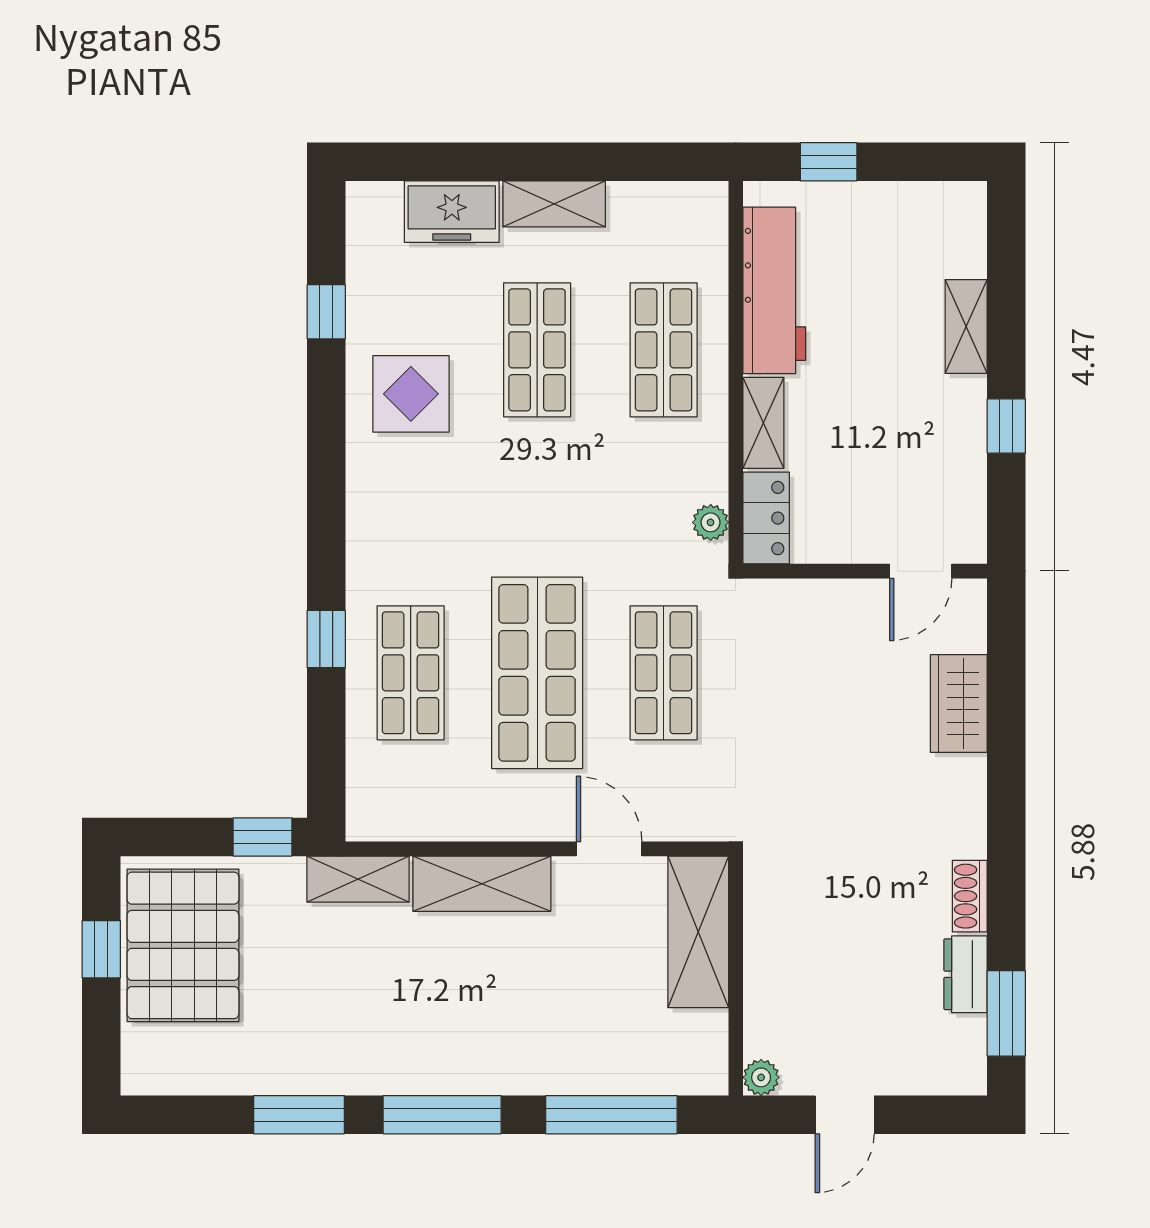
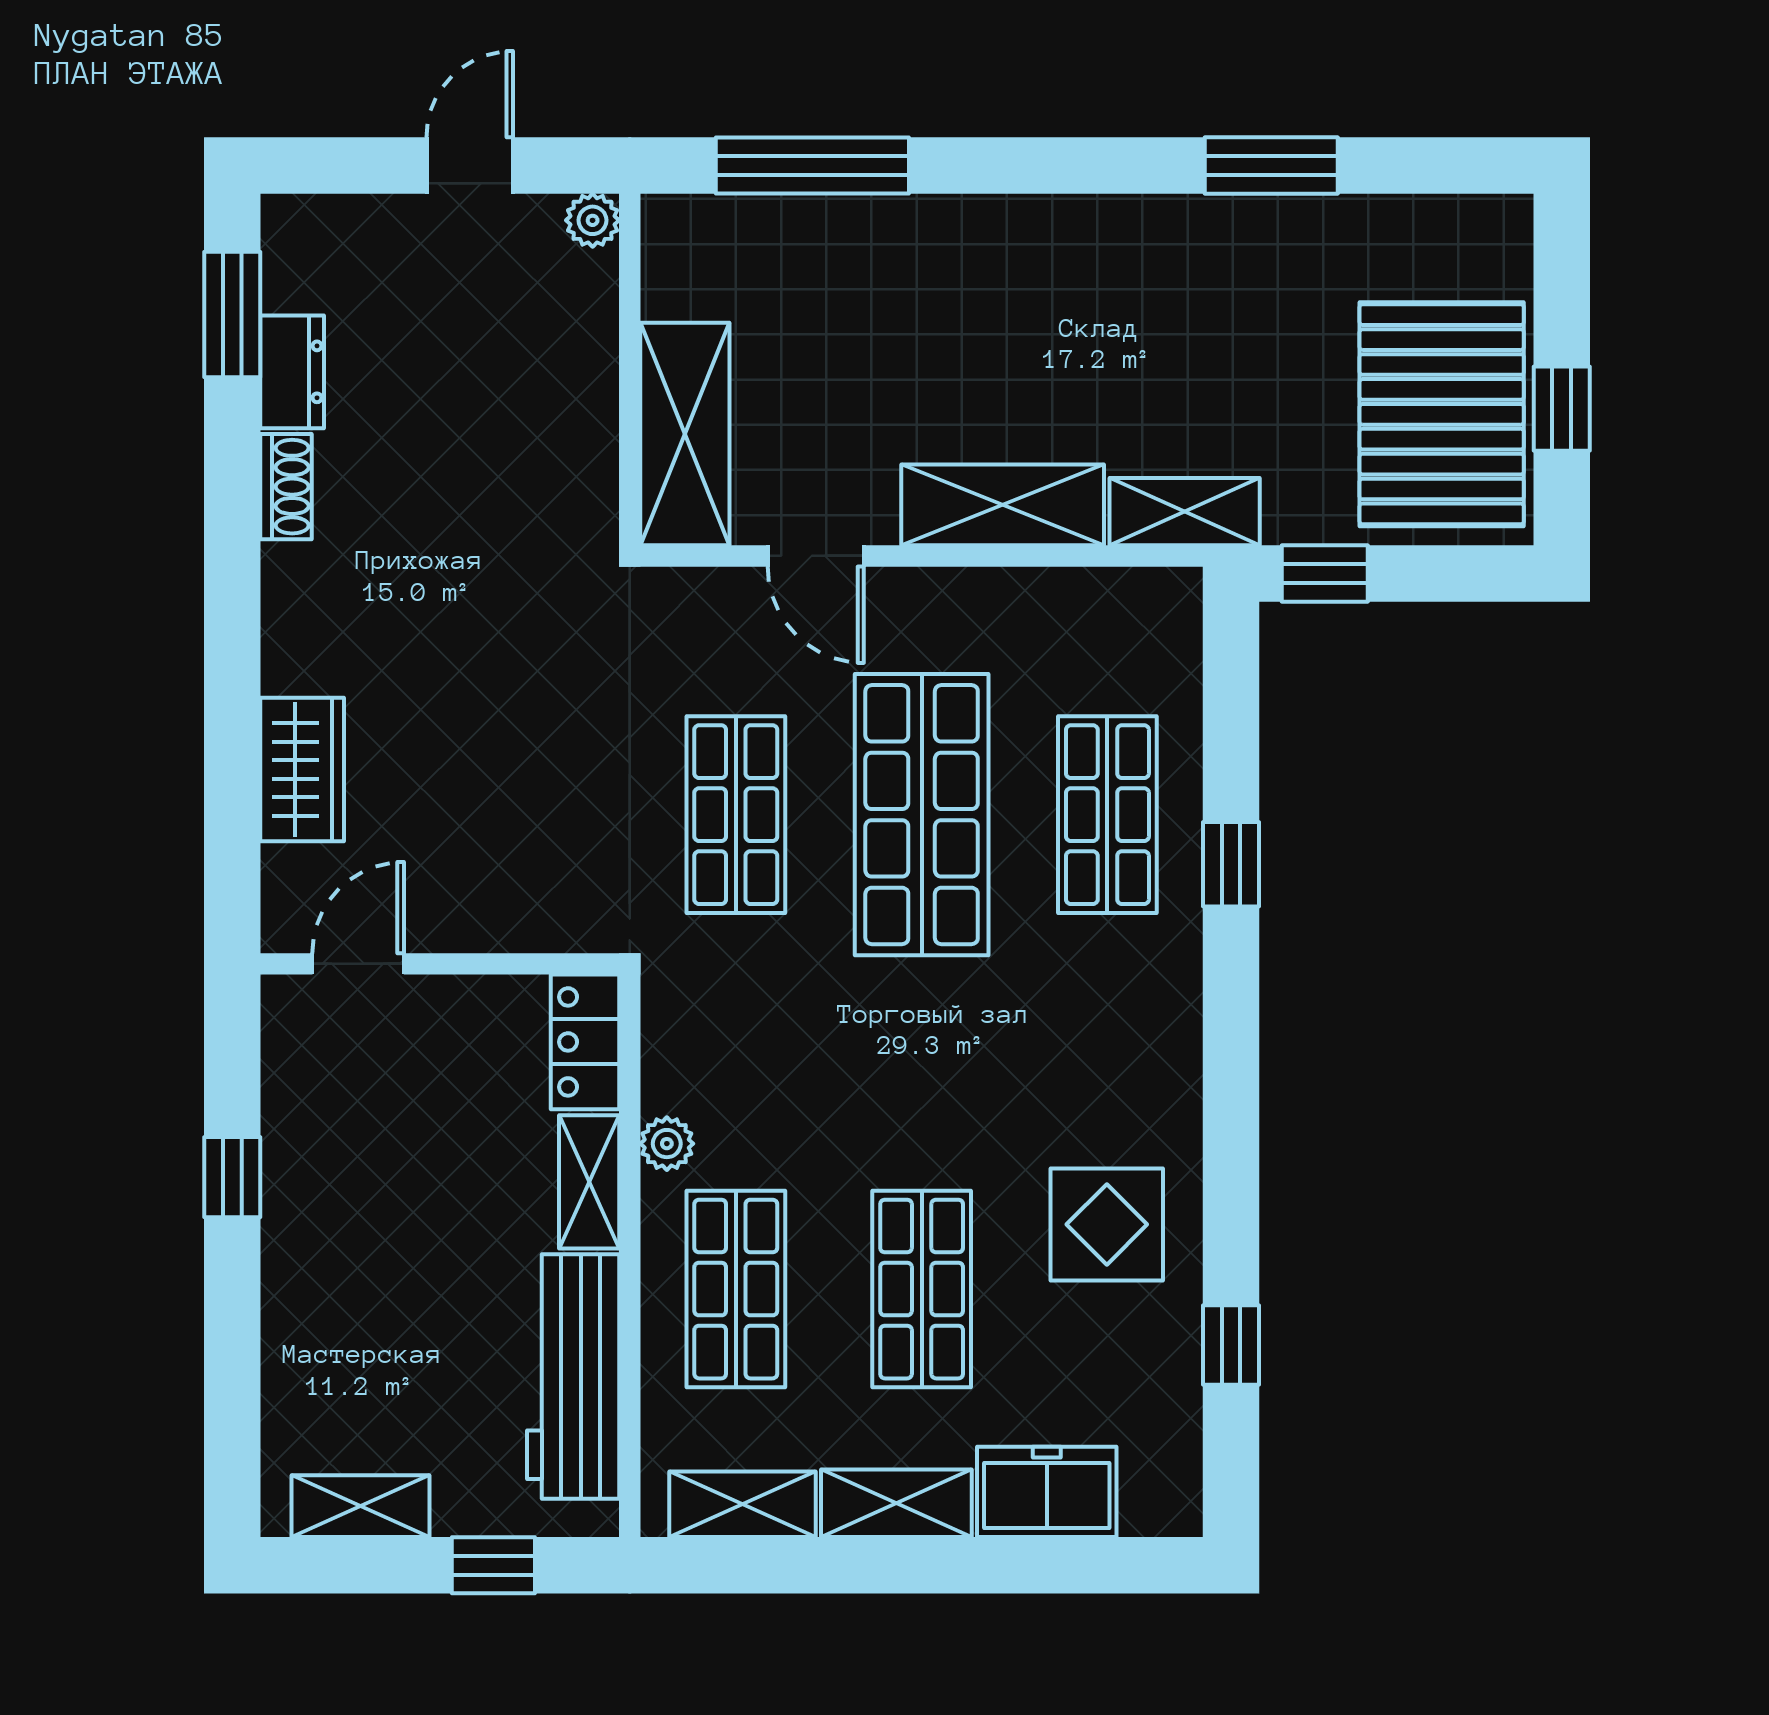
shelving: (659, 203) -> (743, 1504), added
shelving: (966, 326) -> (360, 1506), moved, turned 90
plant: (711, 522) -> (667, 1144), moved
window: (442, 1115) -> (1061, 166), removed

